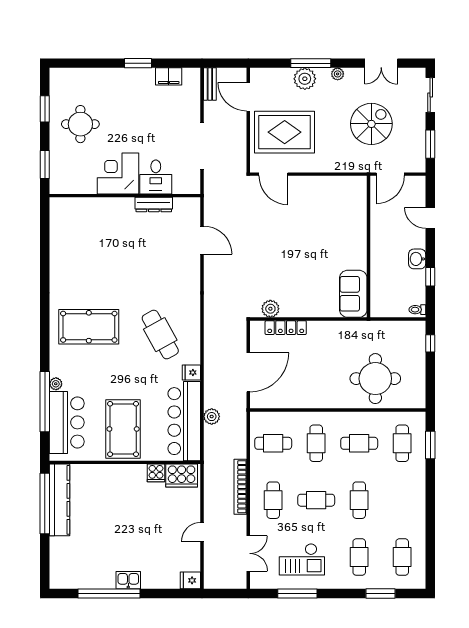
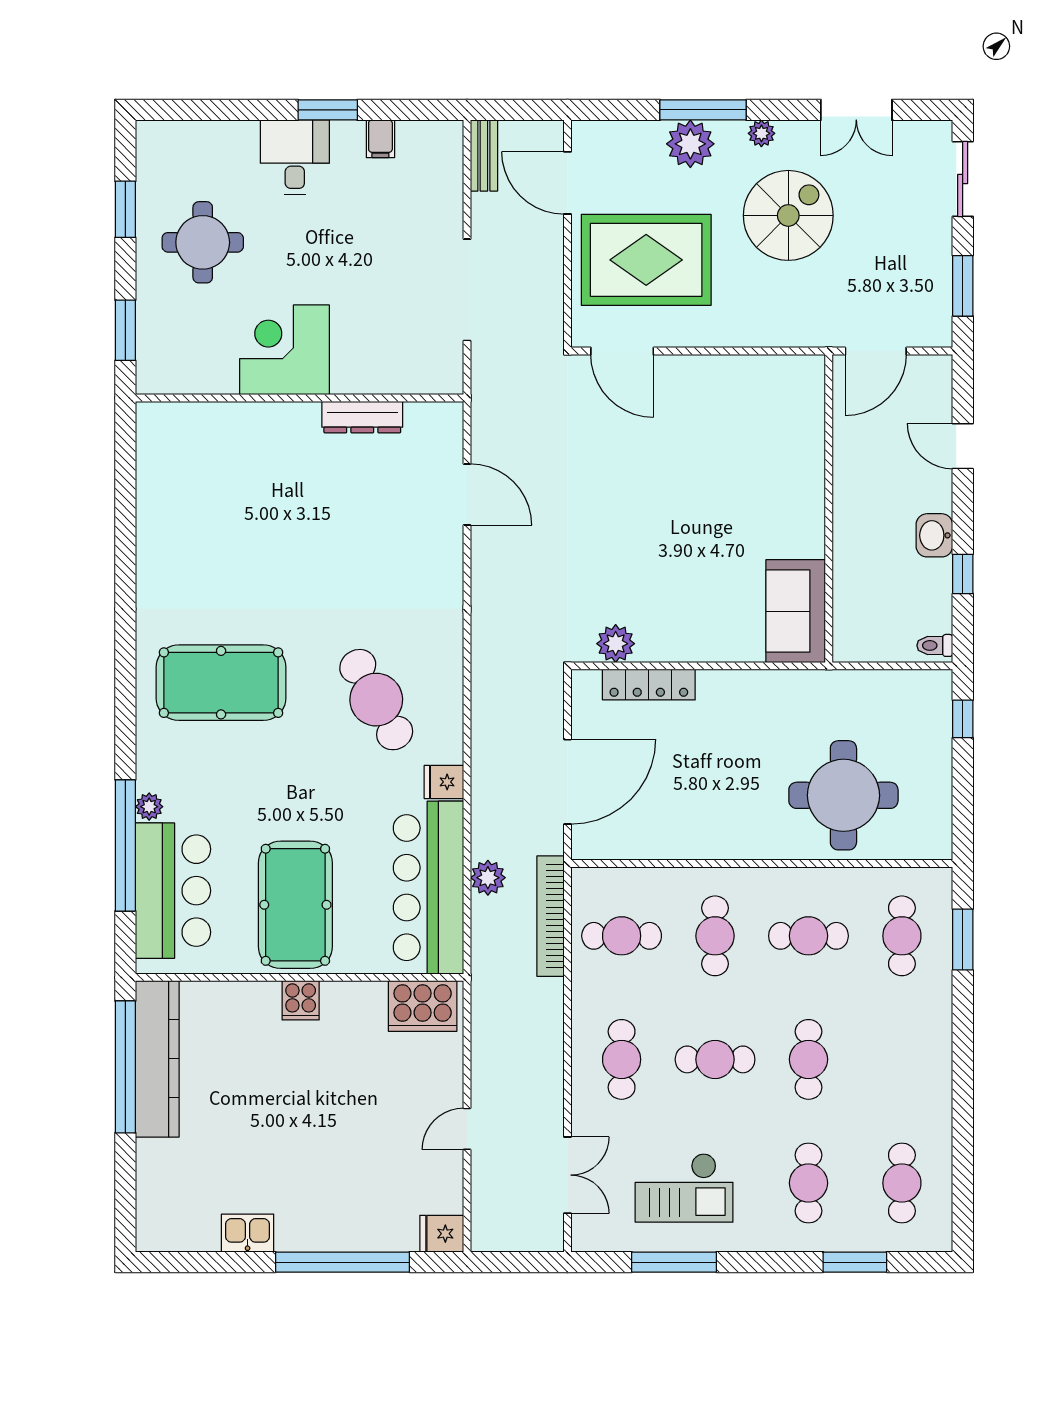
filing cabinet: (169, 76) -> (380, 139), width x0.50
spiral stairs: (371, 124) -> (788, 215), moved
desk: (156, 177) -> (295, 157), moved, turned 180
cooker: (156, 473) -> (301, 1000), moved
bookcase: (240, 487) -> (550, 916), moved
kitchen sink: (128, 580) -> (248, 1233), moved
window: (109, 593) -> (343, 1262), moved

